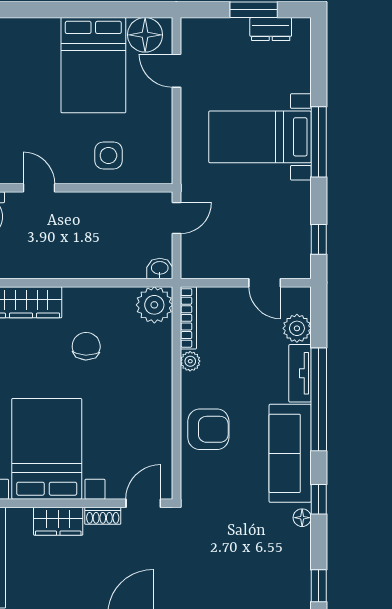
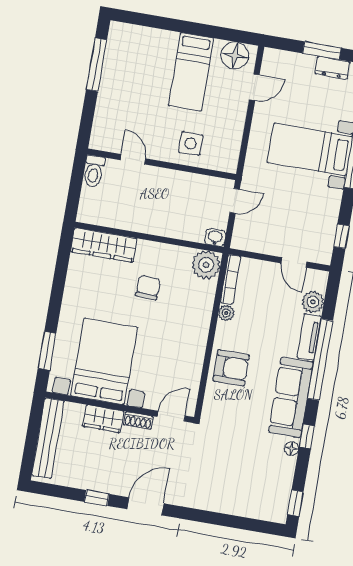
bed: (93, 65) -> (191, 72), width x0.67
door: (176, 71) -> (254, 87), swing flipped

